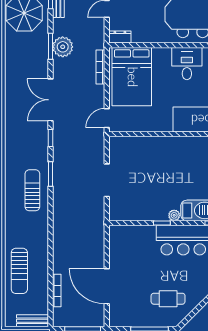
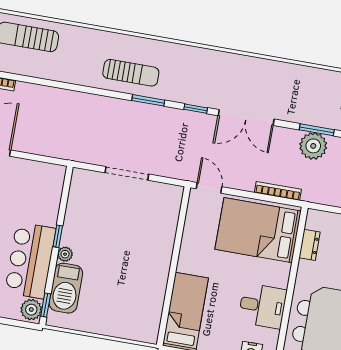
dresser: (120, 37) -> (309, 245), moved
double door: (50, 100) -> (246, 117), swing flipped

